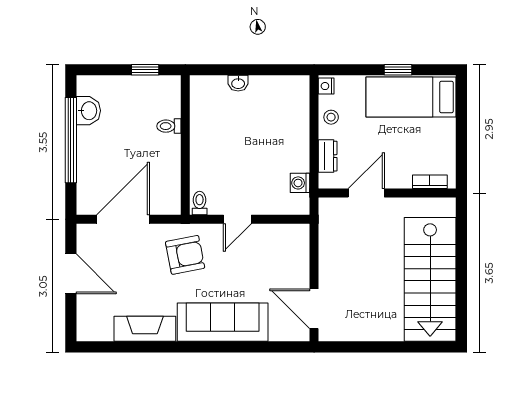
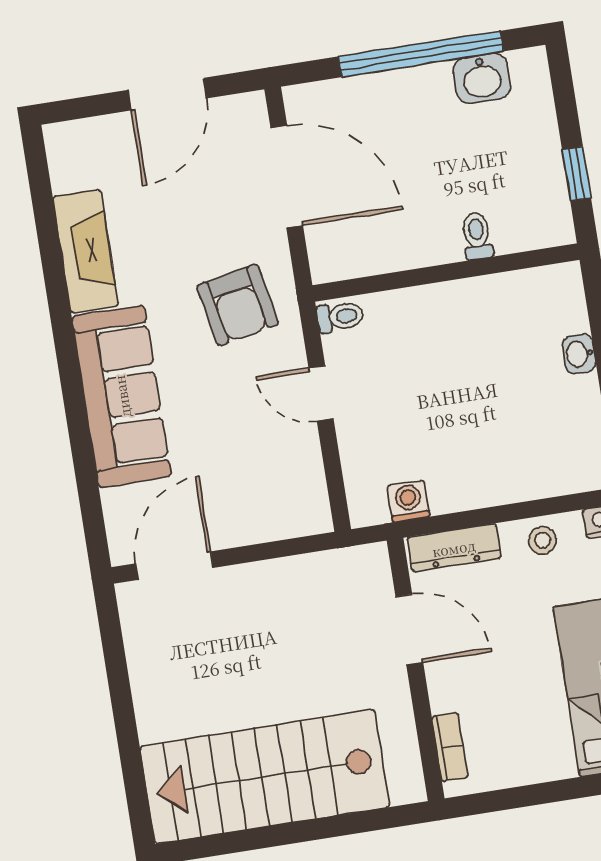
dresser: (328, 156) -> (454, 548), width x1.44

